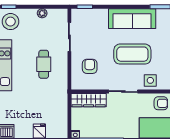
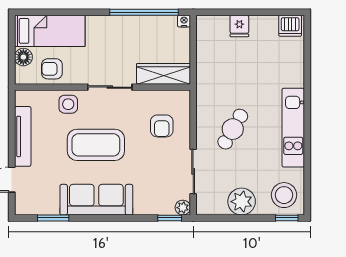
plant: (42, 13) -> (242, 202), width x1.87, depth x1.87
plant: (76, 13) -> (183, 208), added
cafe table: (44, 64) -> (233, 129), turned 30

